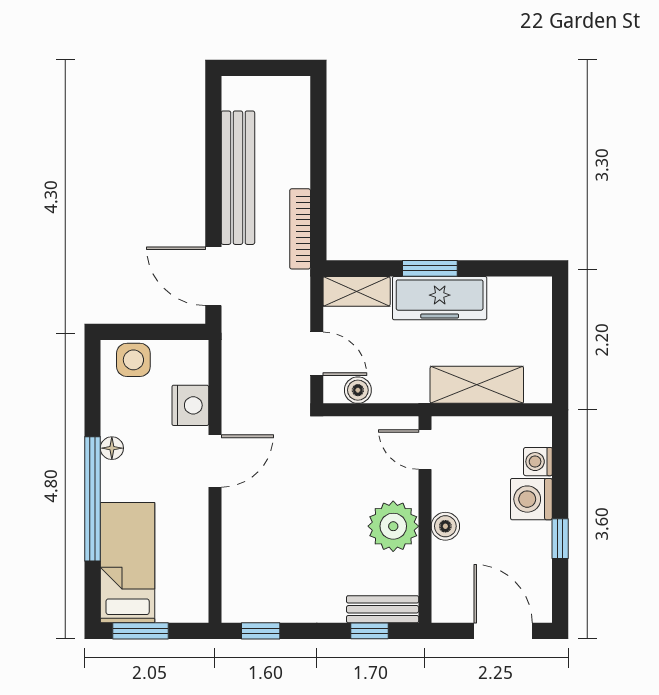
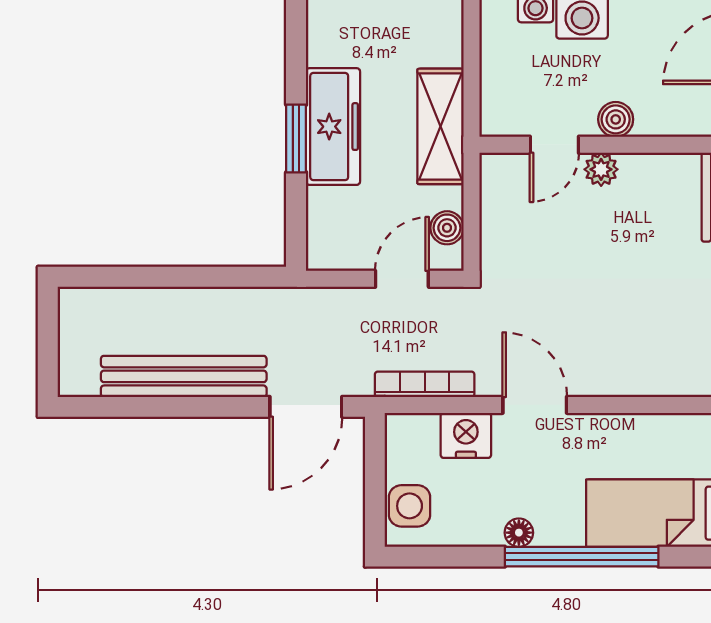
bookcase: (300, 229) -> (425, 384), moved, turned 180
shelving: (357, 291) -> (325, 229), removed
shelving: (477, 385) -> (440, 126), moved
door: (425, 450) -> (554, 145), moved
plant: (393, 526) -> (601, 169), width x0.53, depth x0.53

